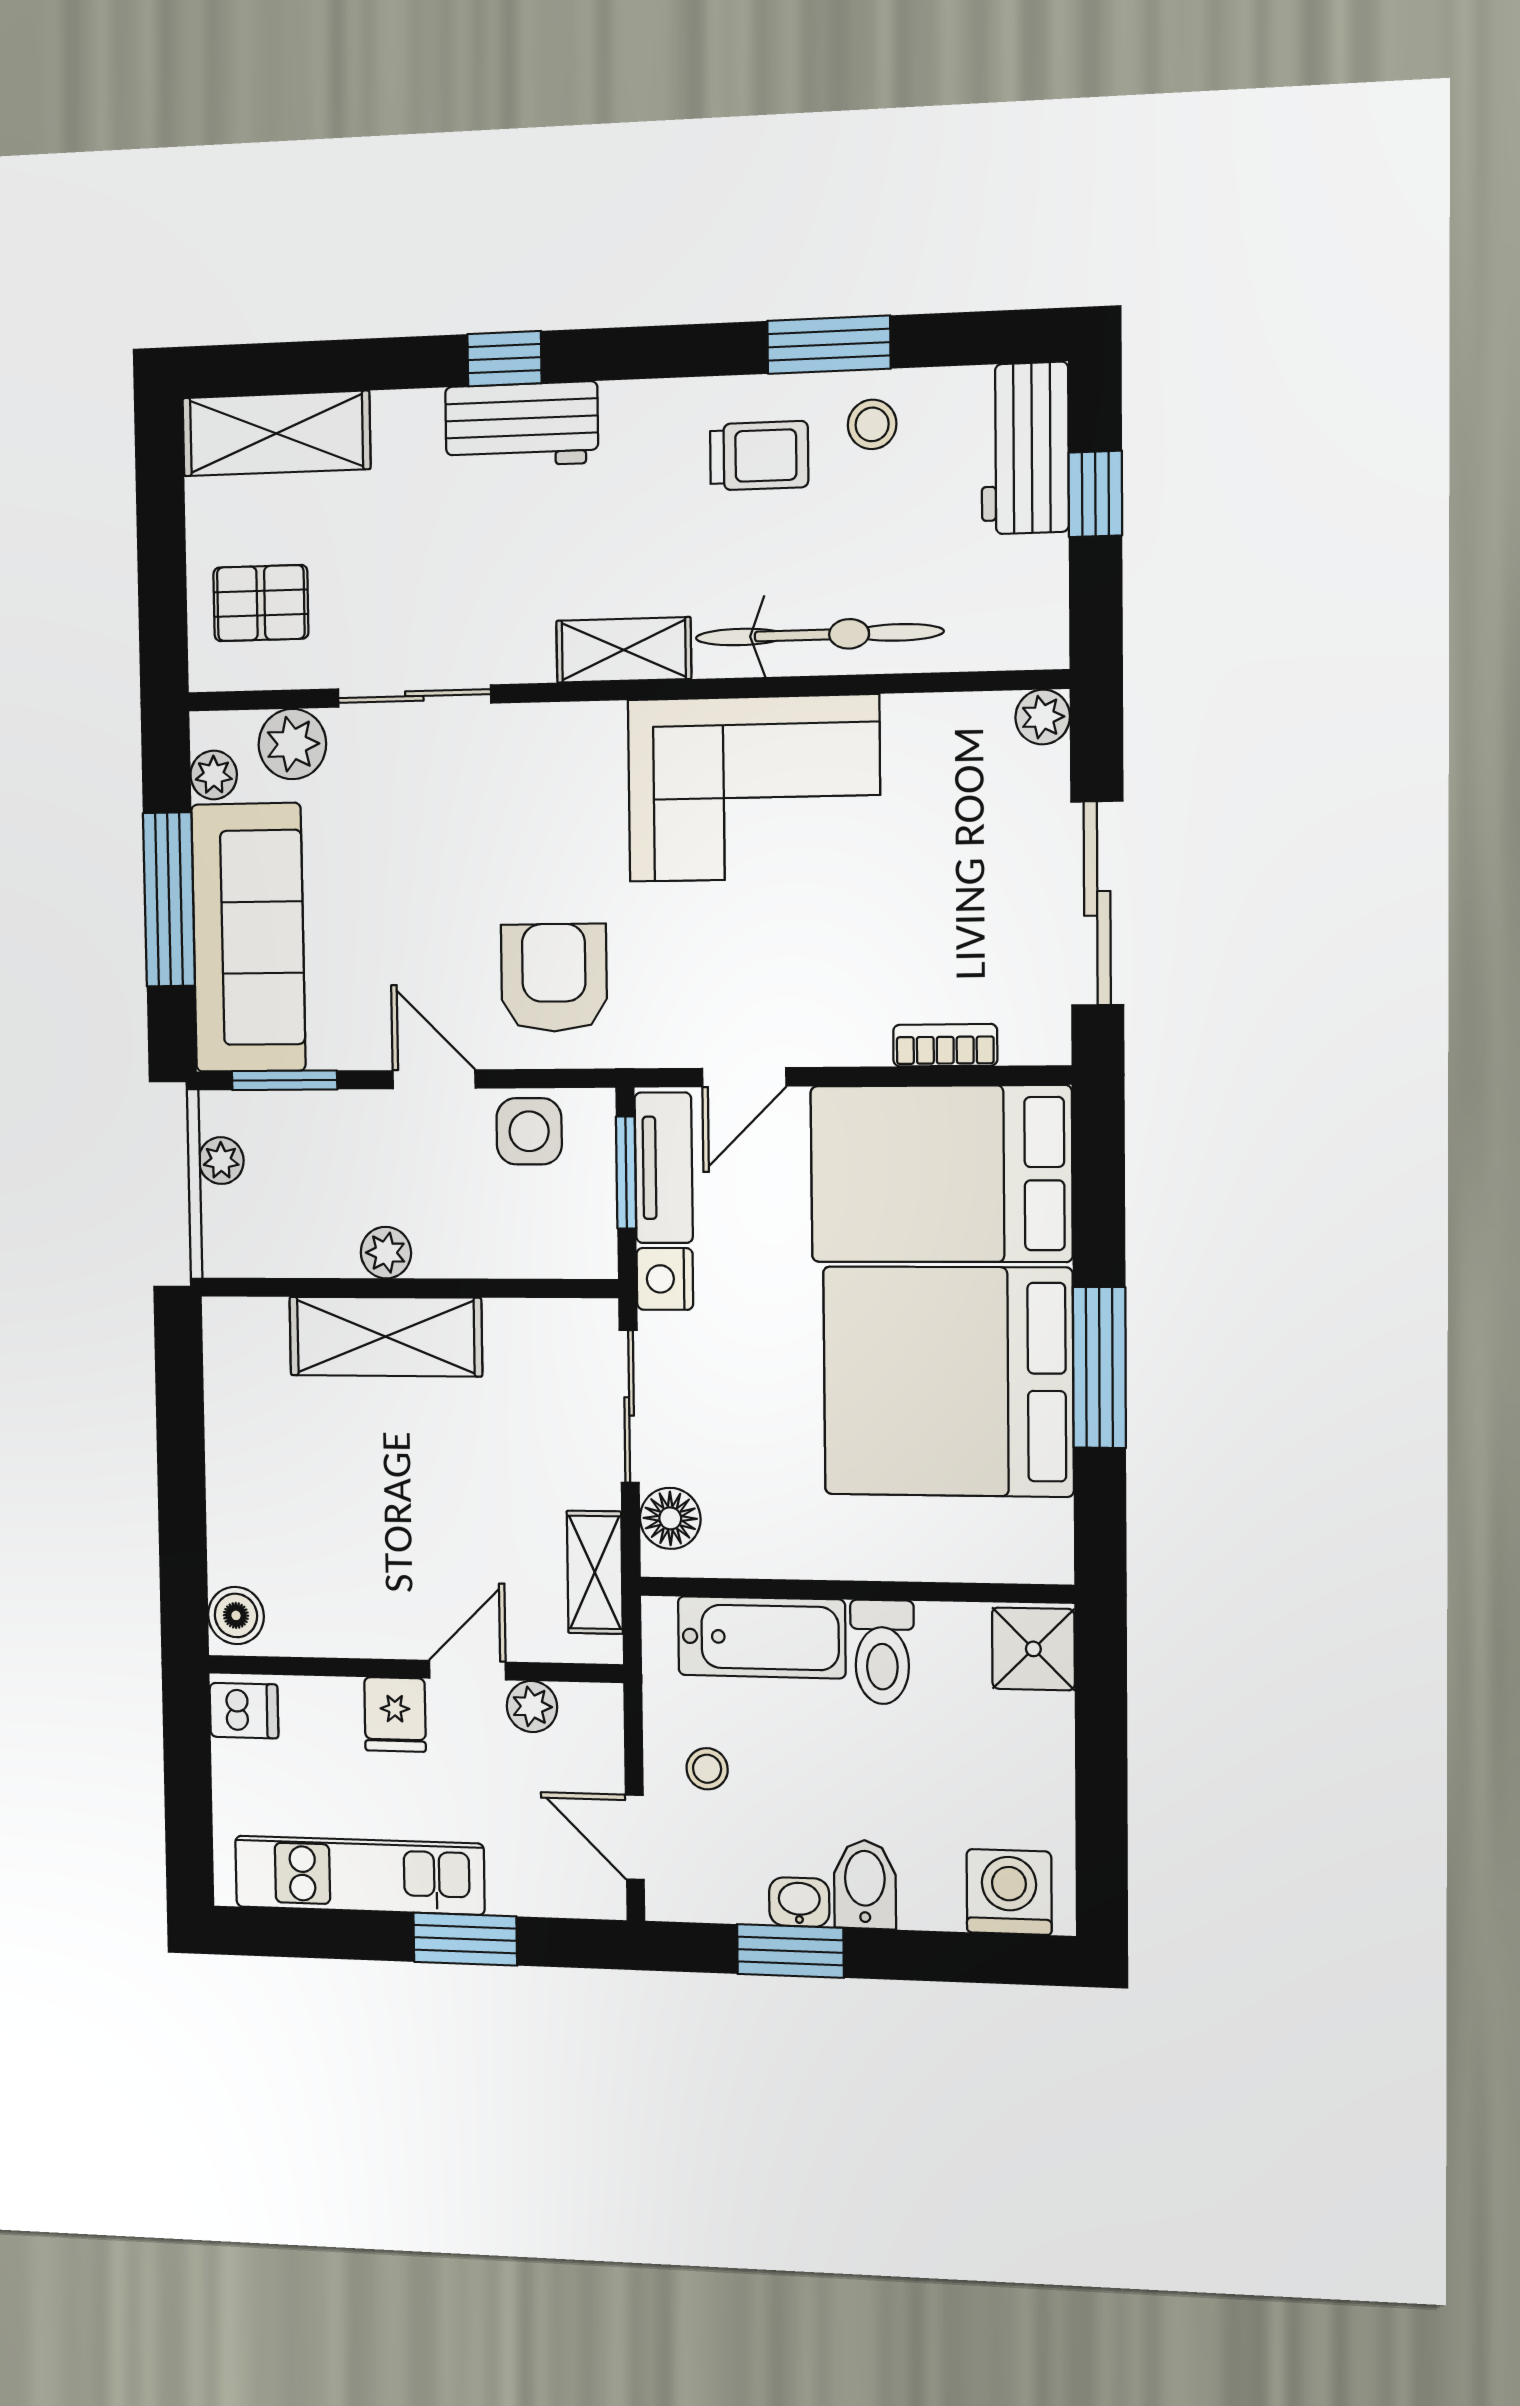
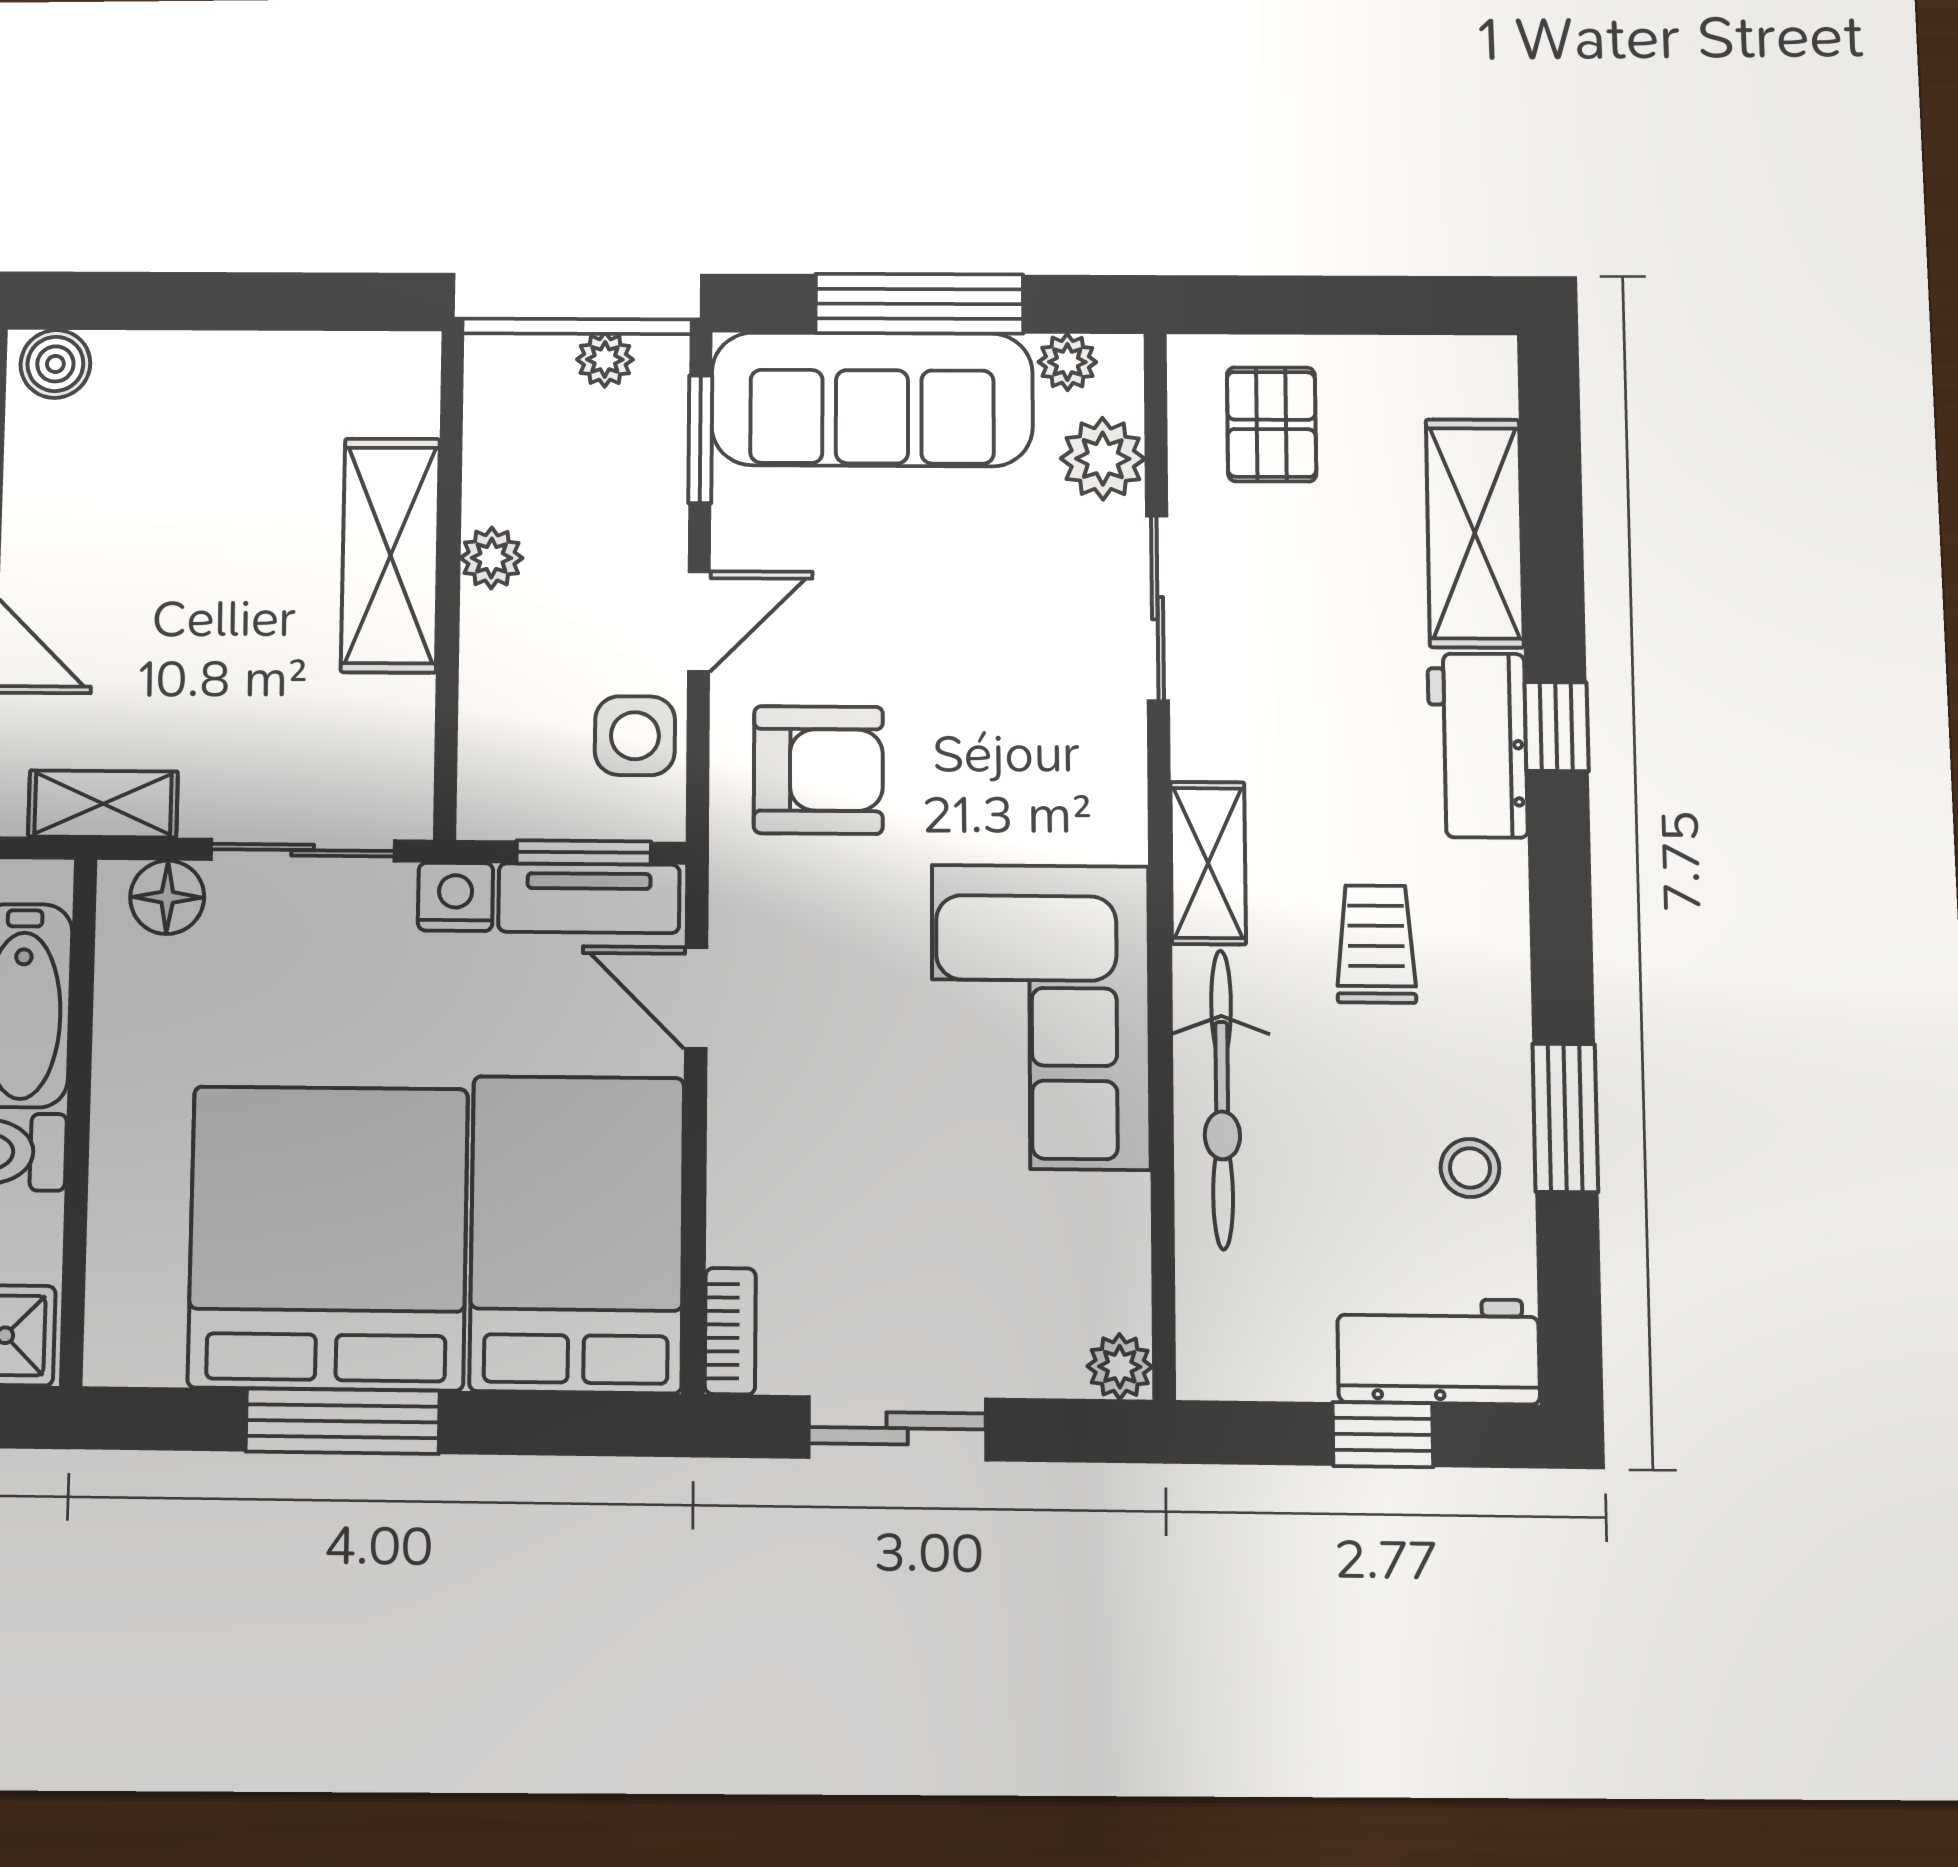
shelving: (276, 433) -> (1475, 533), moved
trolley: (759, 456) -> (1376, 944), moved, turned 180
sliding door: (1097, 903) -> (897, 1428), width x0.73
bookcase: (945, 1045) -> (730, 1331), moved

